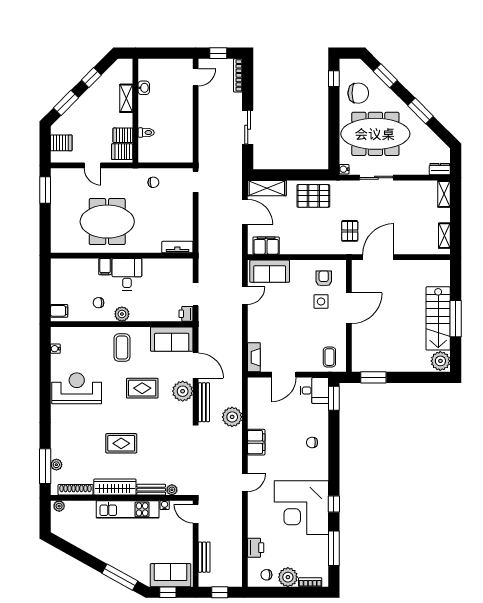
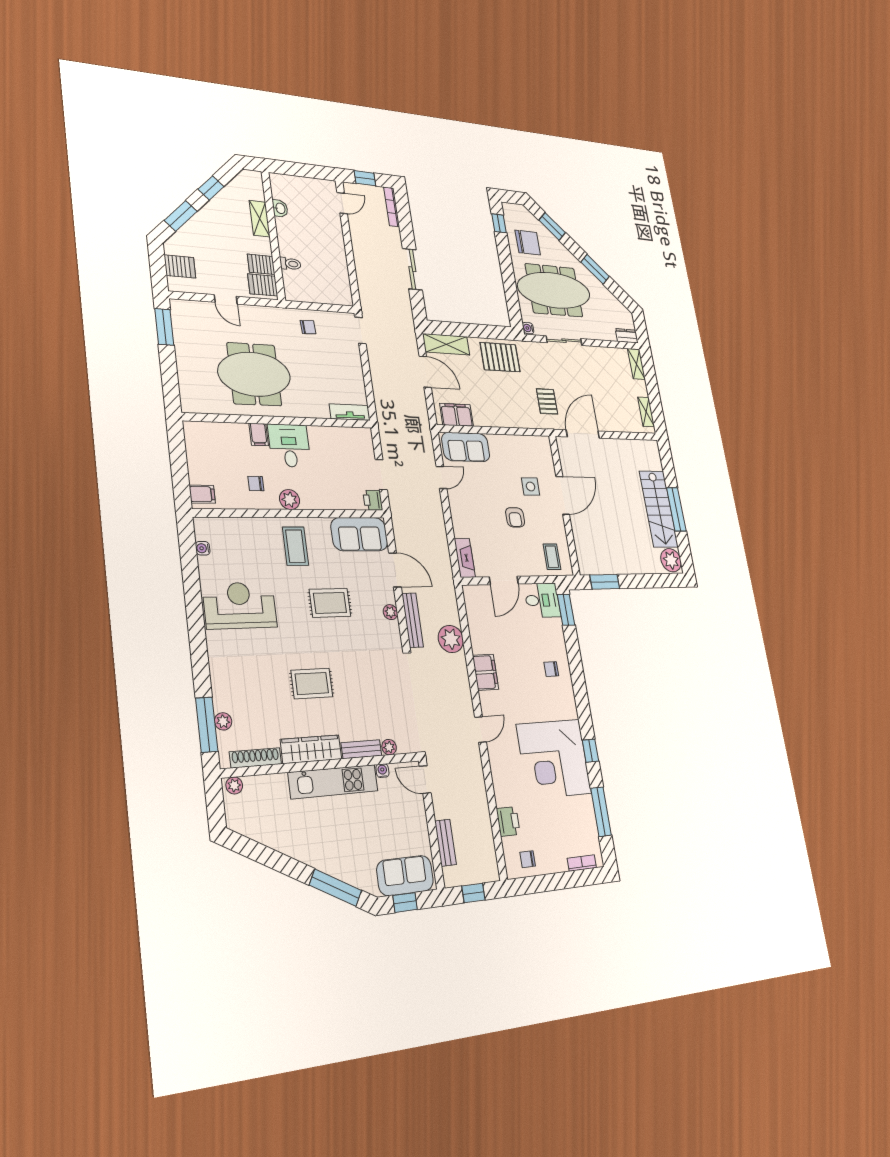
armchair: (324, 278) -> (515, 517), moved, turned 180
plant: (183, 391) -> (390, 612), width x0.53, depth x0.53
plant: (288, 577) -> (554, 859), removed

